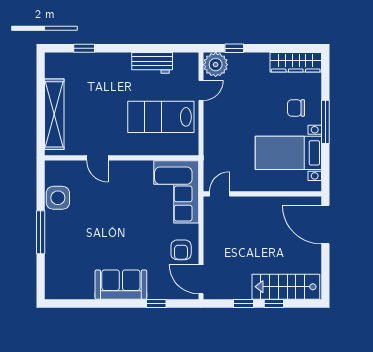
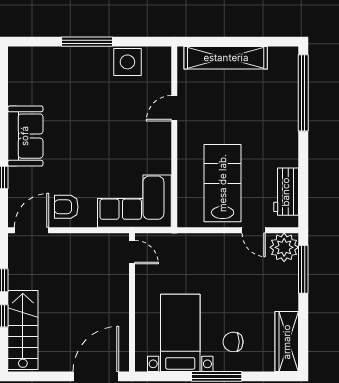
window: (84, 48) -> (303, 93), width x3.17
window: (234, 48) -> (303, 269), width x2.17
workbench: (152, 63) -> (286, 192), moved
chair: (296, 108) -> (233, 342), turned -90

